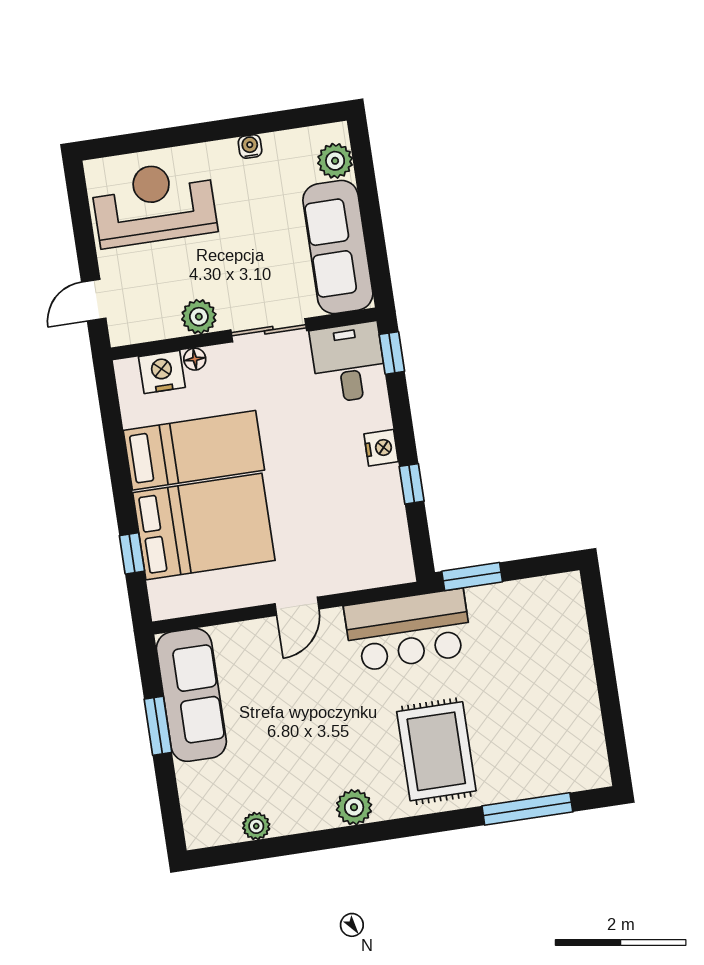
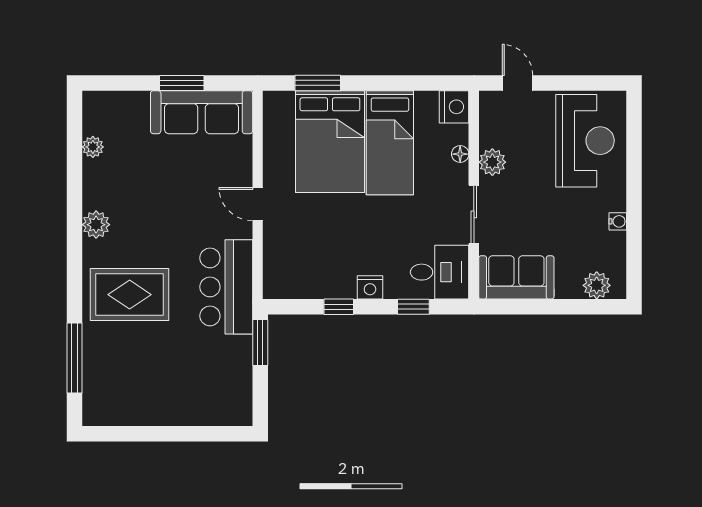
sofa: (338, 247) -> (516, 277), width x0.73
window: (392, 353) -> (413, 307), moved
nightstand: (162, 372) -> (454, 107), moved
window: (132, 553) -> (318, 83), width x1.50

